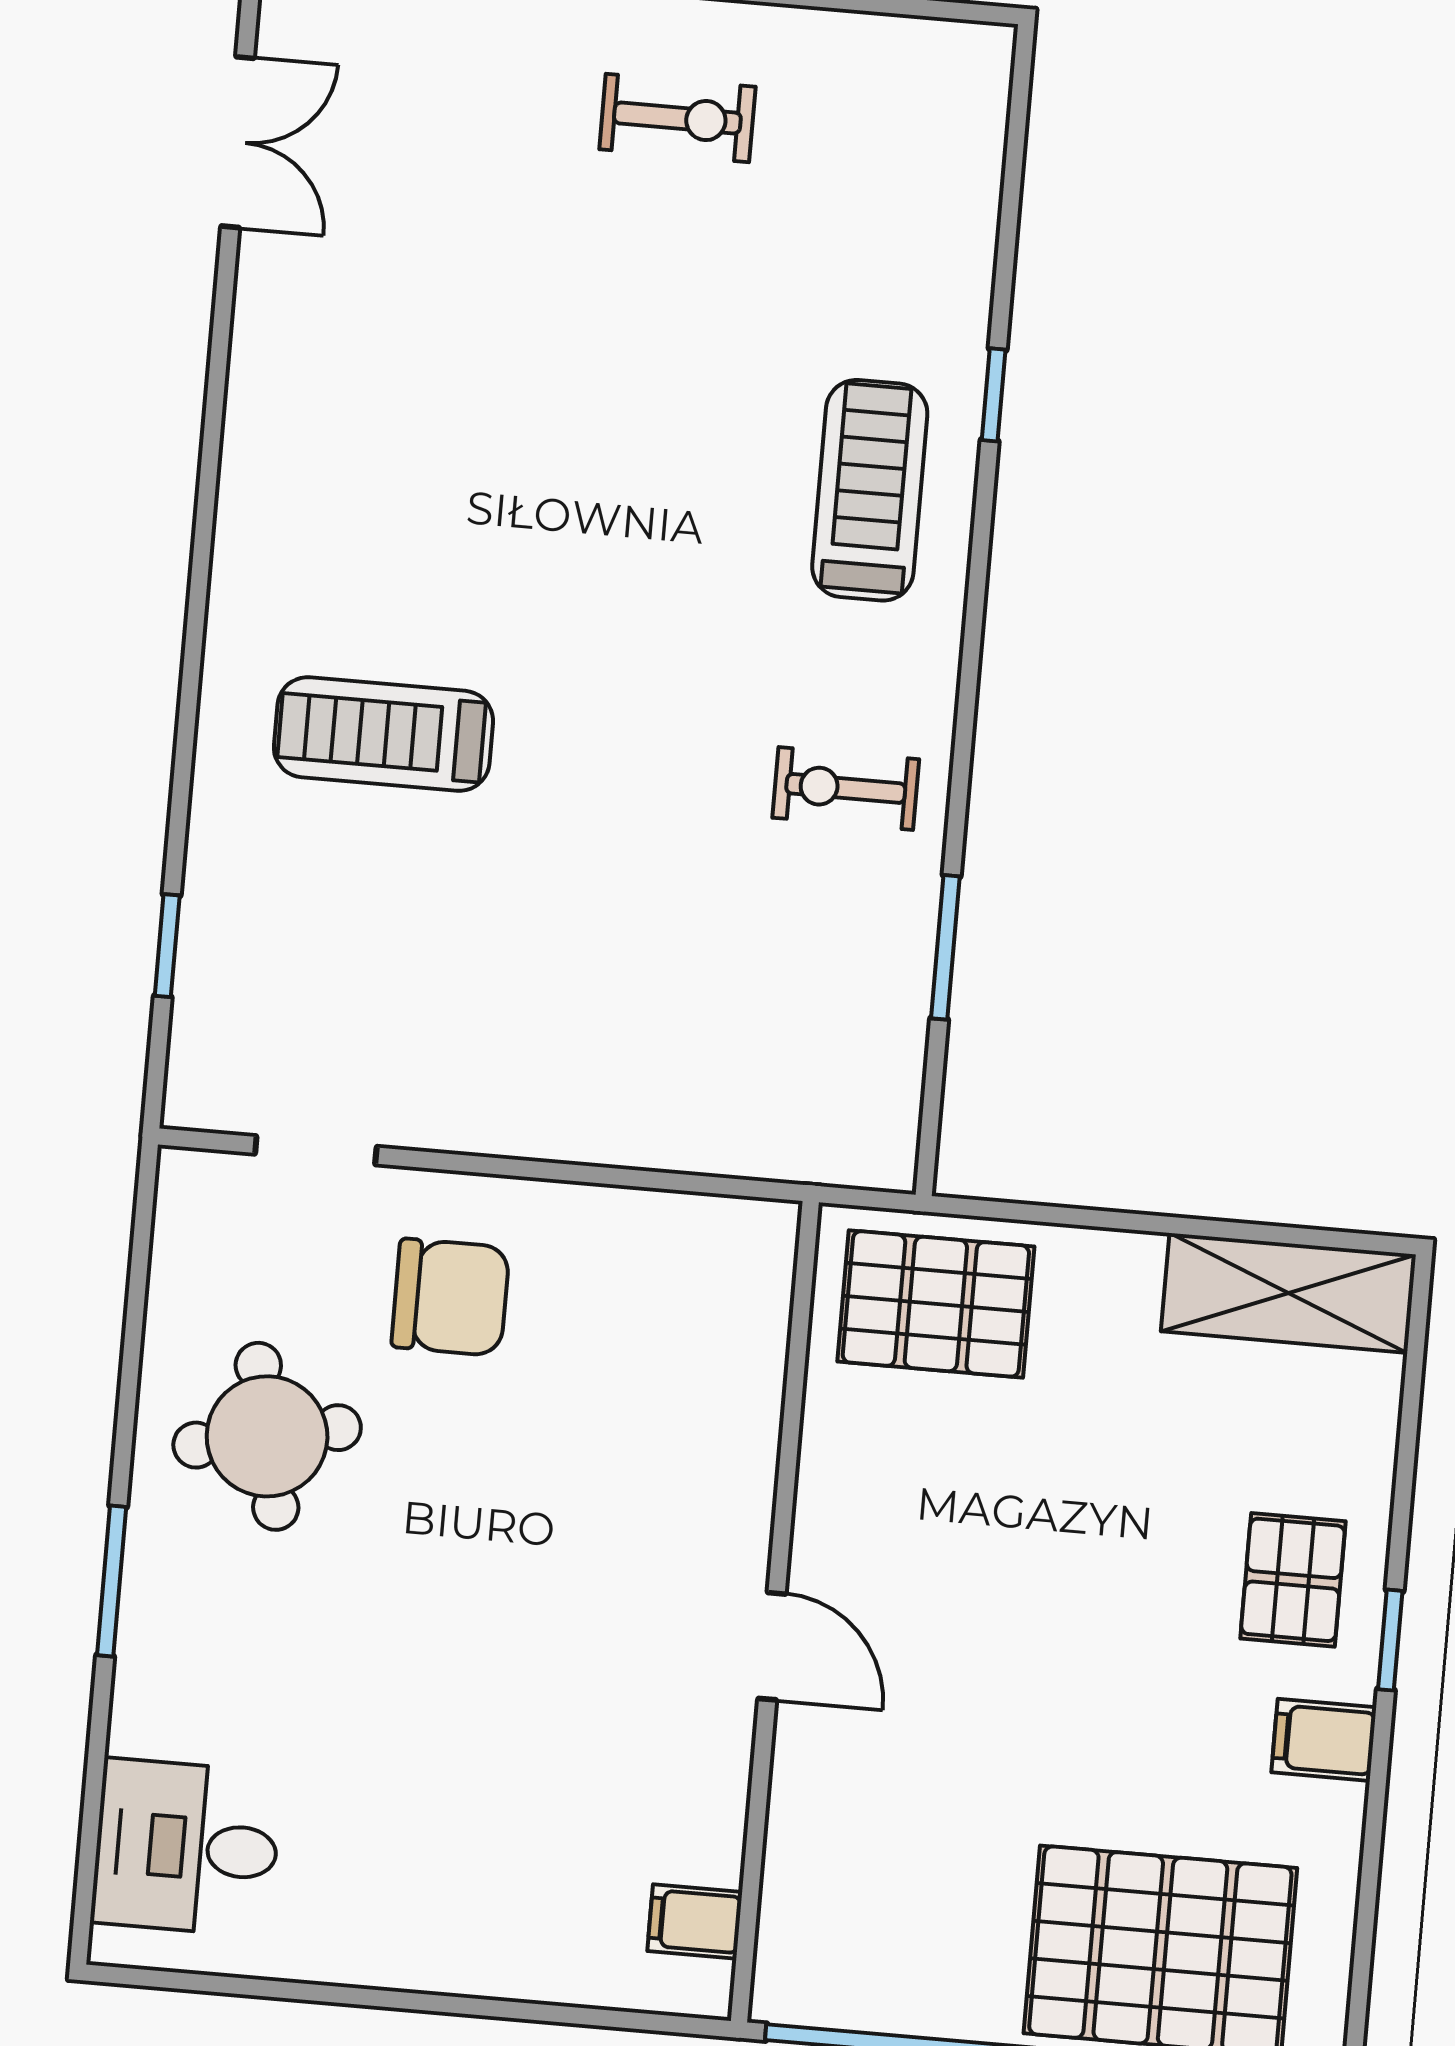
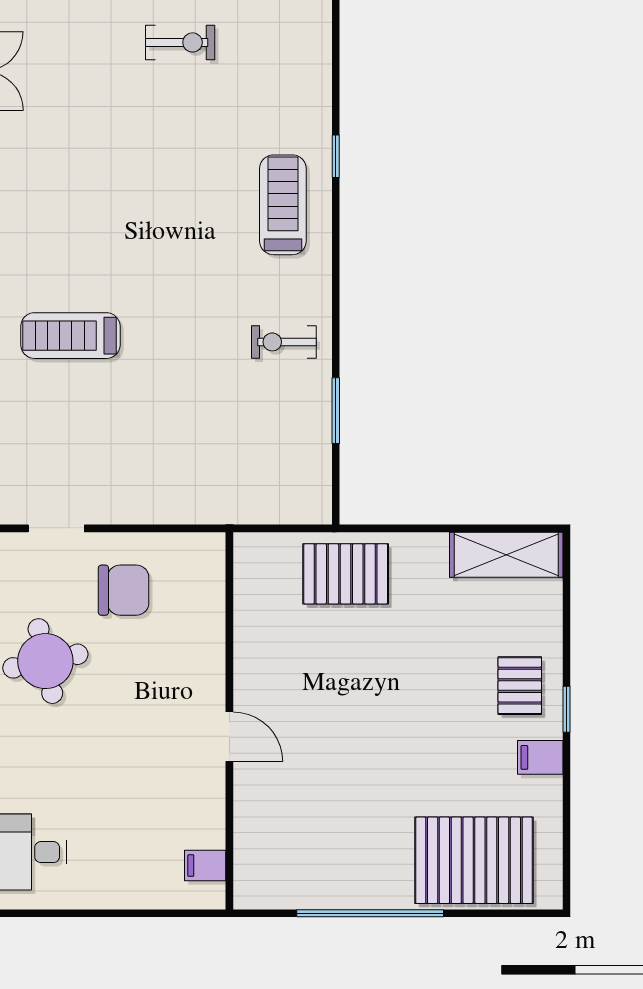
wall: (775, 1612) -> (229, 721), moved
door: (772, 1646) -> (229, 737), moved
filing cabinet: (695, 1921) -> (205, 866), moved

